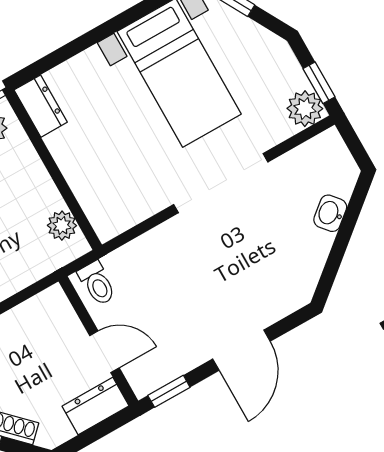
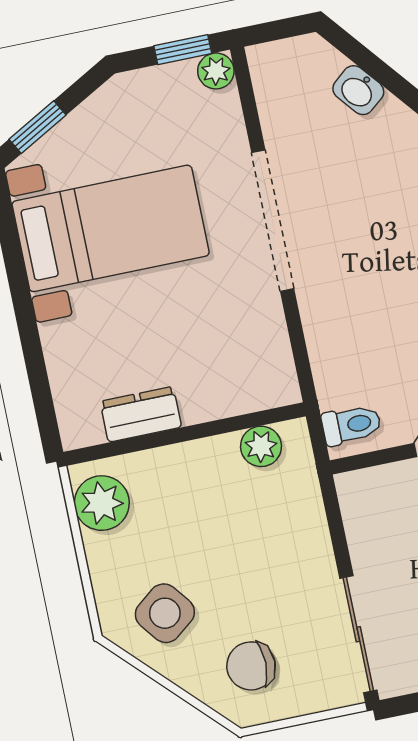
dresser: (41, 106) -> (141, 414), moved
plant: (305, 109) -> (216, 71), width x0.73, depth x0.73

